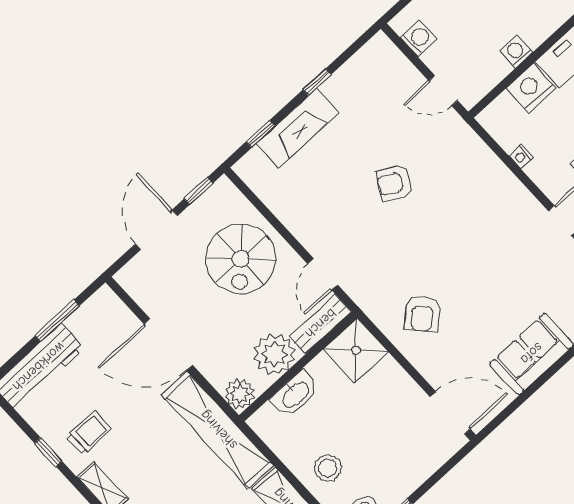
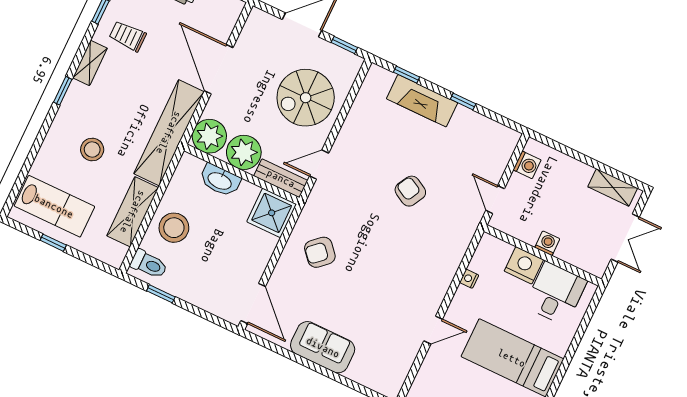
plant: (240, 394) -> (209, 136), width x1.36, depth x1.36
trolley: (89, 433) -> (128, 36), turned 180
stool: (328, 468) -> (174, 228), width x1.38, depth x1.38

